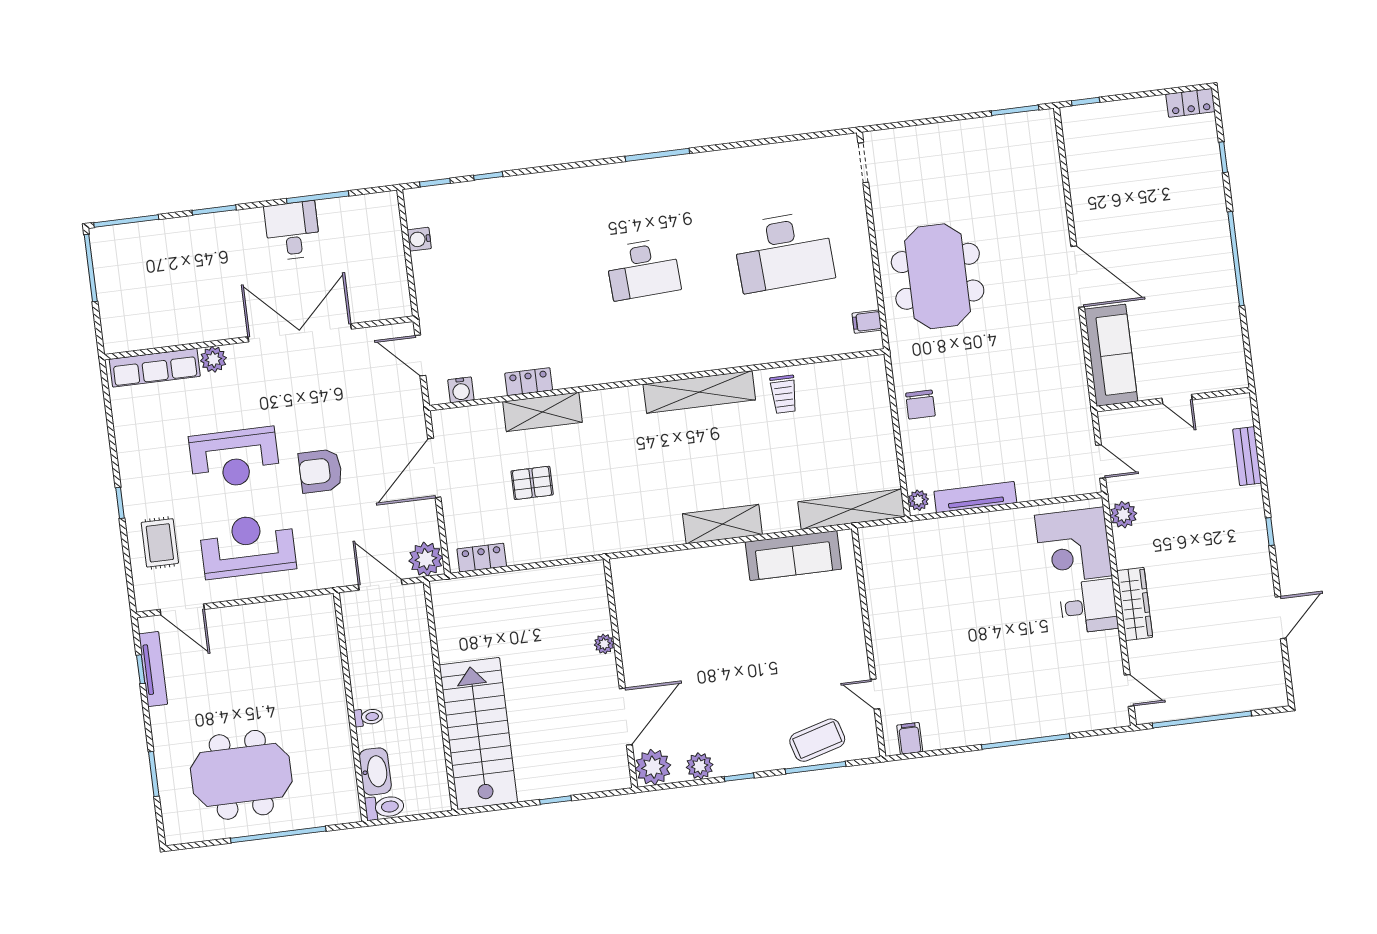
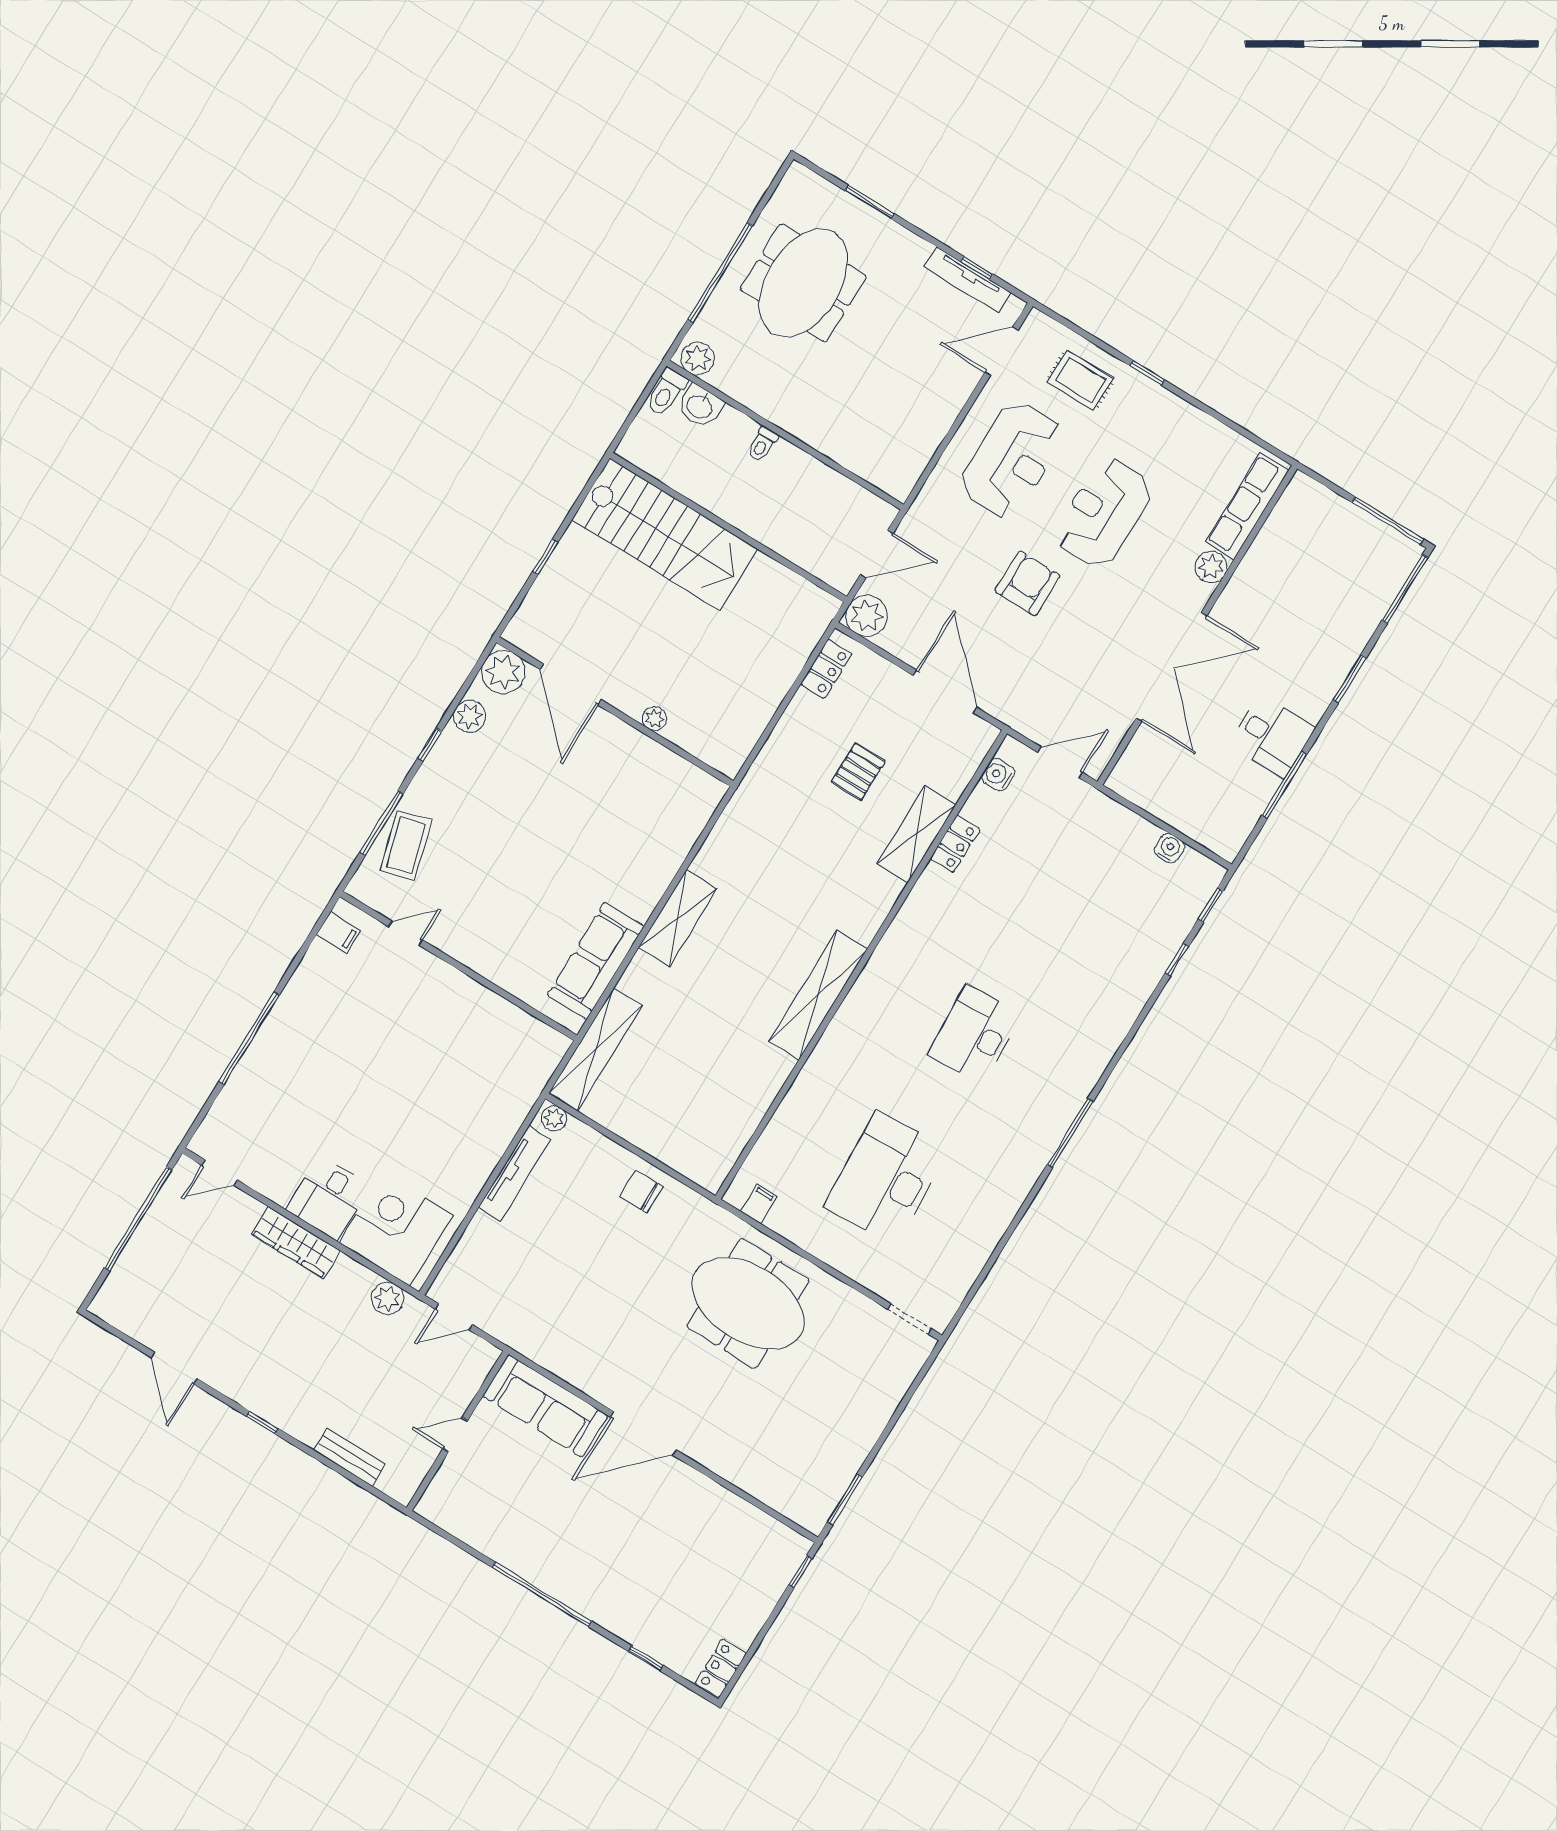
trolley: (784, 394) -> (753, 1072), removed
washbasin: (375, 771) -> (700, 406), width x0.72
plant: (346, 804) -> (698, 358), added

